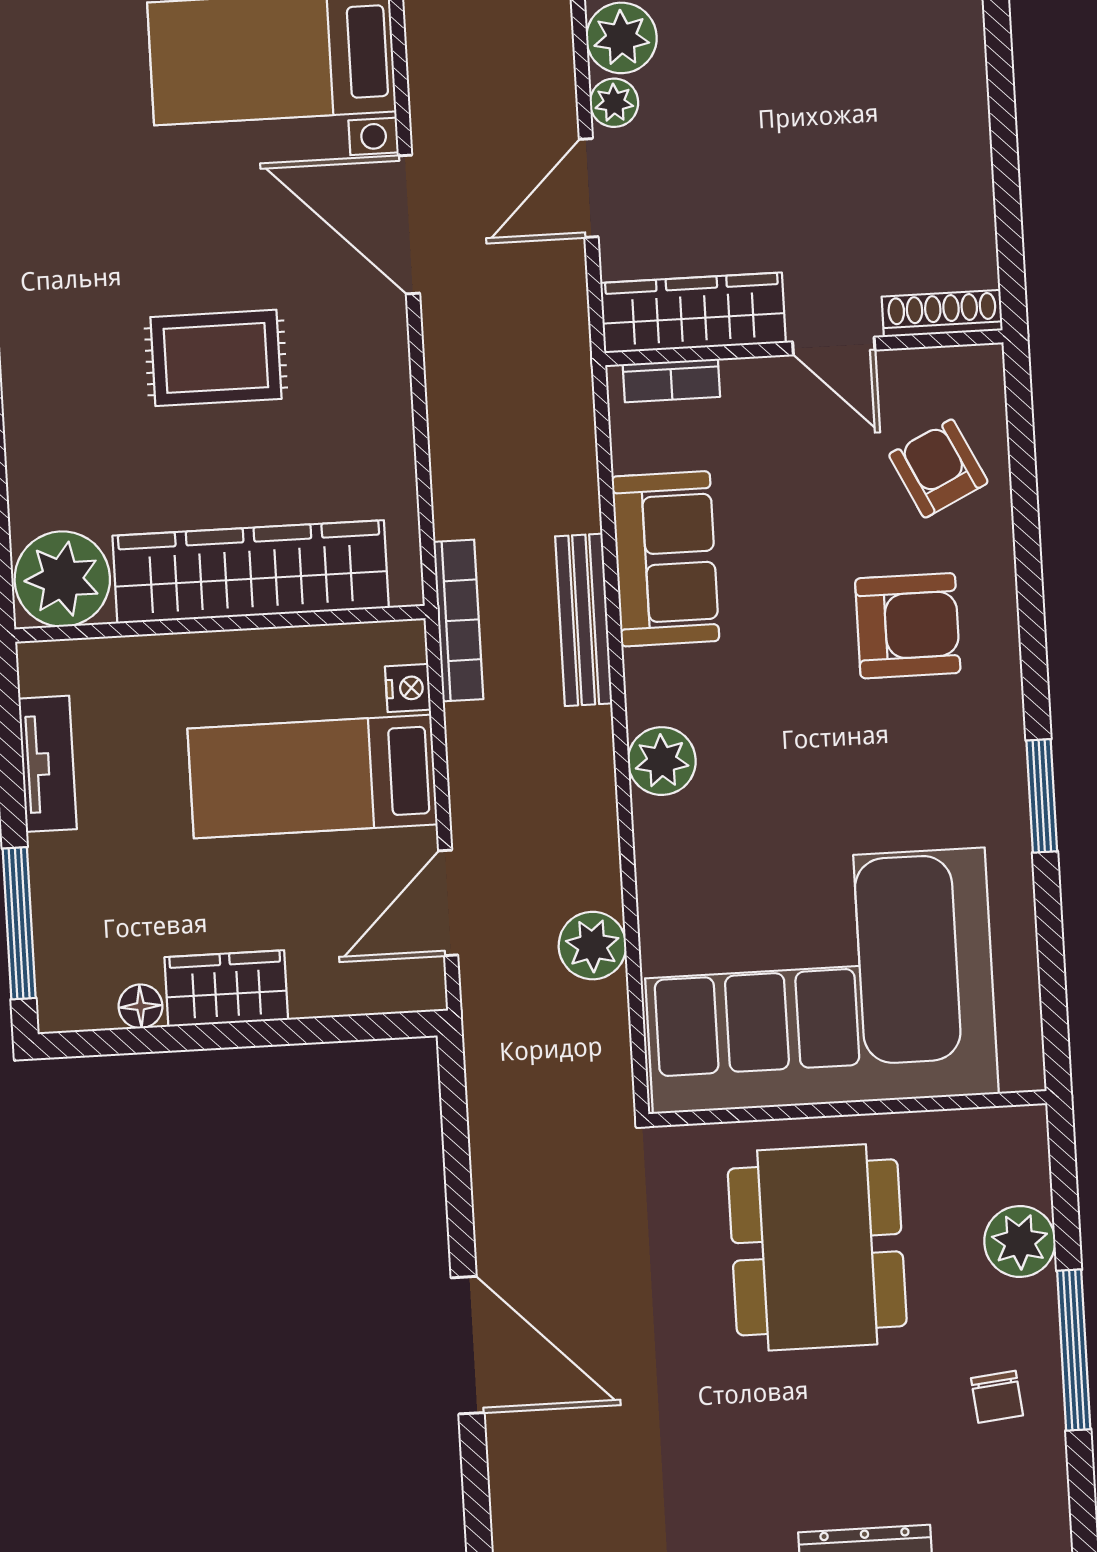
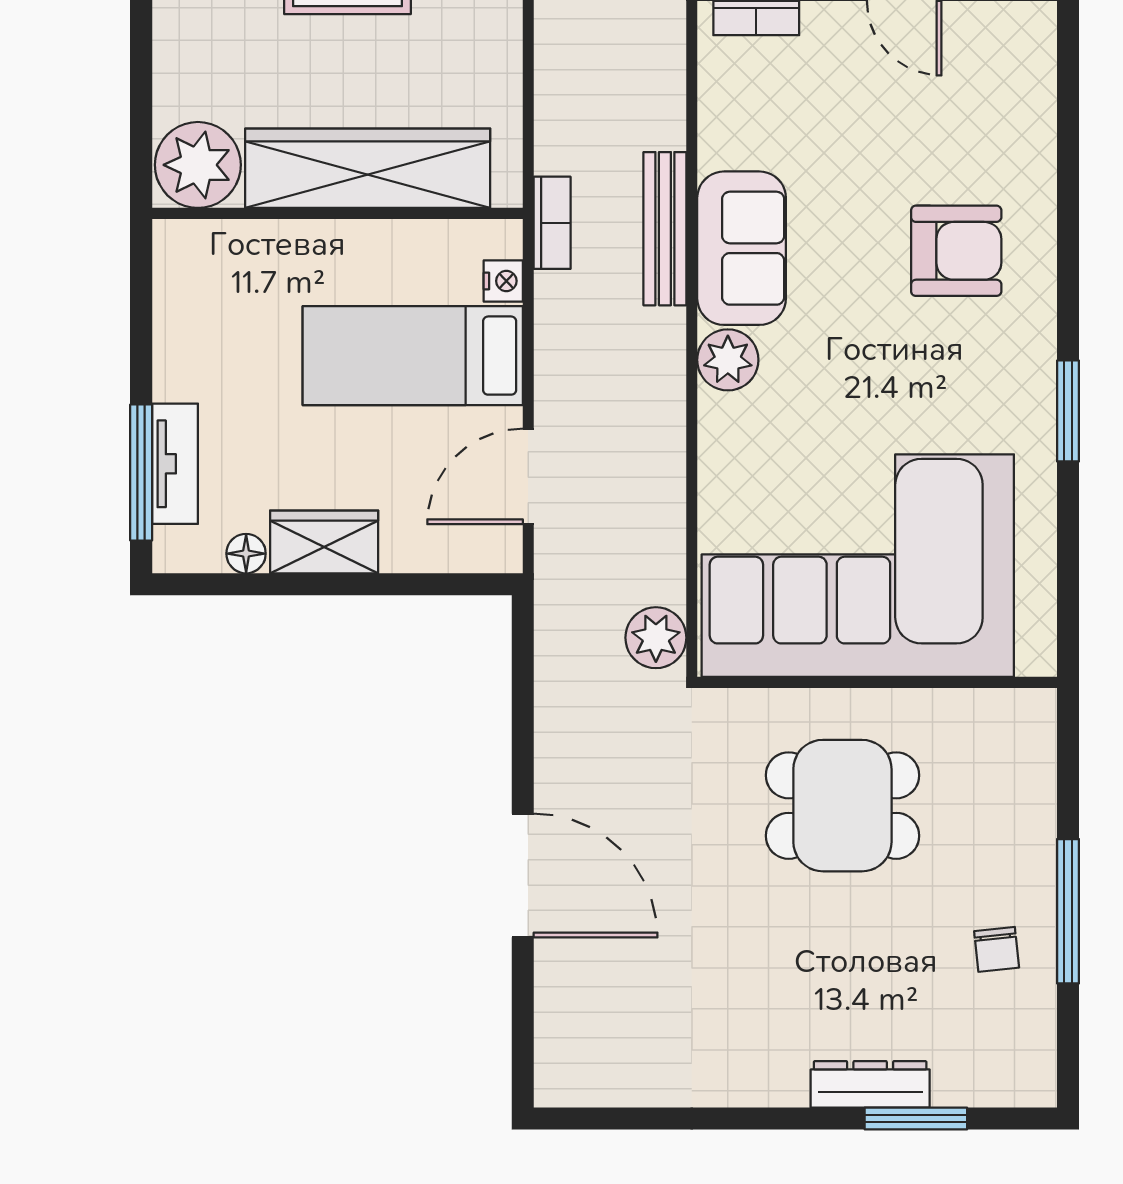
armchair: (938, 469) -> (992, 111), removed
sofa: (665, 559) -> (742, 248), moved
bookcase: (458, 620) -> (552, 223), width x0.64
tv unit: (48, 764) -> (175, 464), moved
plant: (592, 946) -> (656, 638), moved
plant: (1020, 1241) -> (1025, 811), removed
dining table: (817, 1247) -> (842, 806), width x0.73

